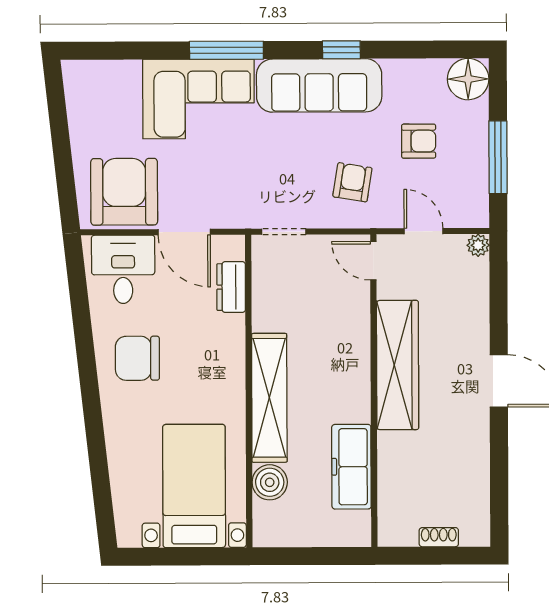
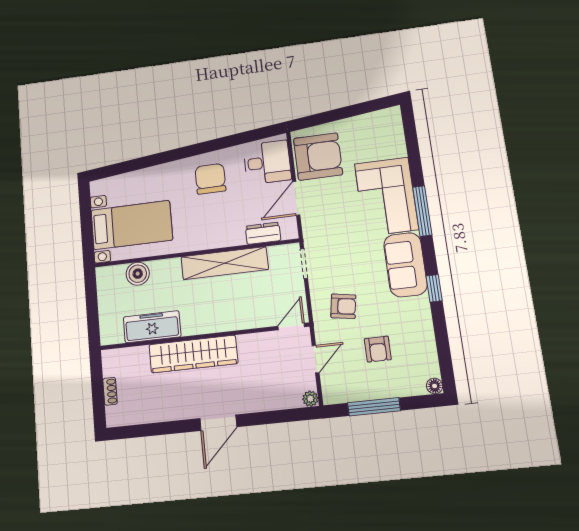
floor lamp: (468, 79) -> (435, 386), width x0.53, depth x0.53
sofa: (319, 85) -> (405, 265), width x0.73
wardrobe: (398, 365) -> (193, 354), moved
shelving: (269, 398) -> (225, 263), moved

